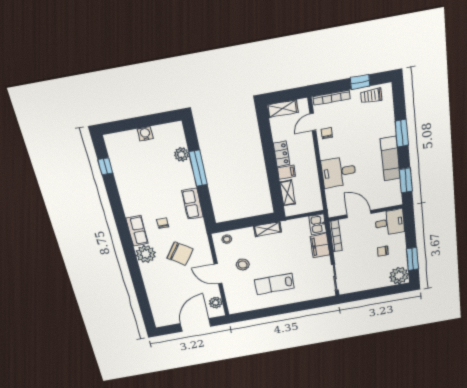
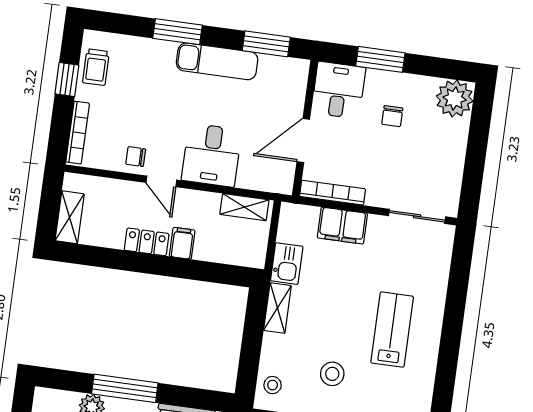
door: (313, 122) -> (161, 181), moved
shelving: (288, 193) -> (244, 207), moved
kitchen sink: (318, 224) -> (287, 264), moved, turned -90
window: (412, 259) -> (380, 59), moved
lab bench: (274, 284) -> (392, 330), turned 180

